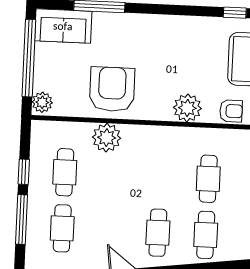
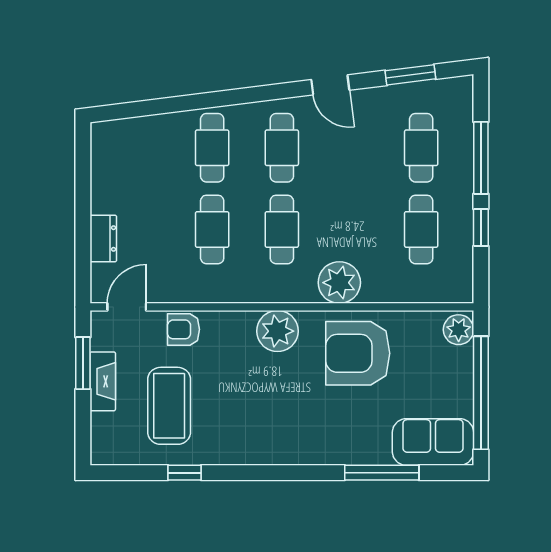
armchair: (112, 89) -> (358, 353), turned 90
plant: (187, 108) -> (277, 331), moved
plant: (107, 138) -> (339, 283), moved
cafe table: (160, 177) -> (282, 229), added

